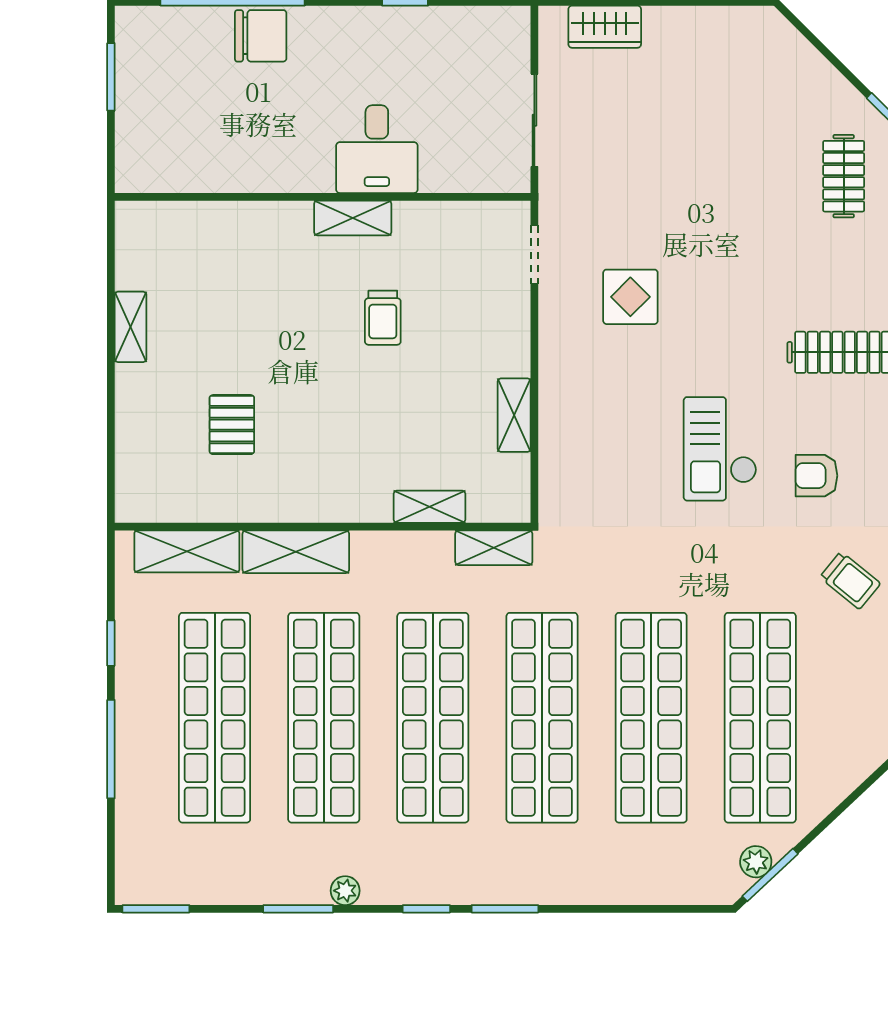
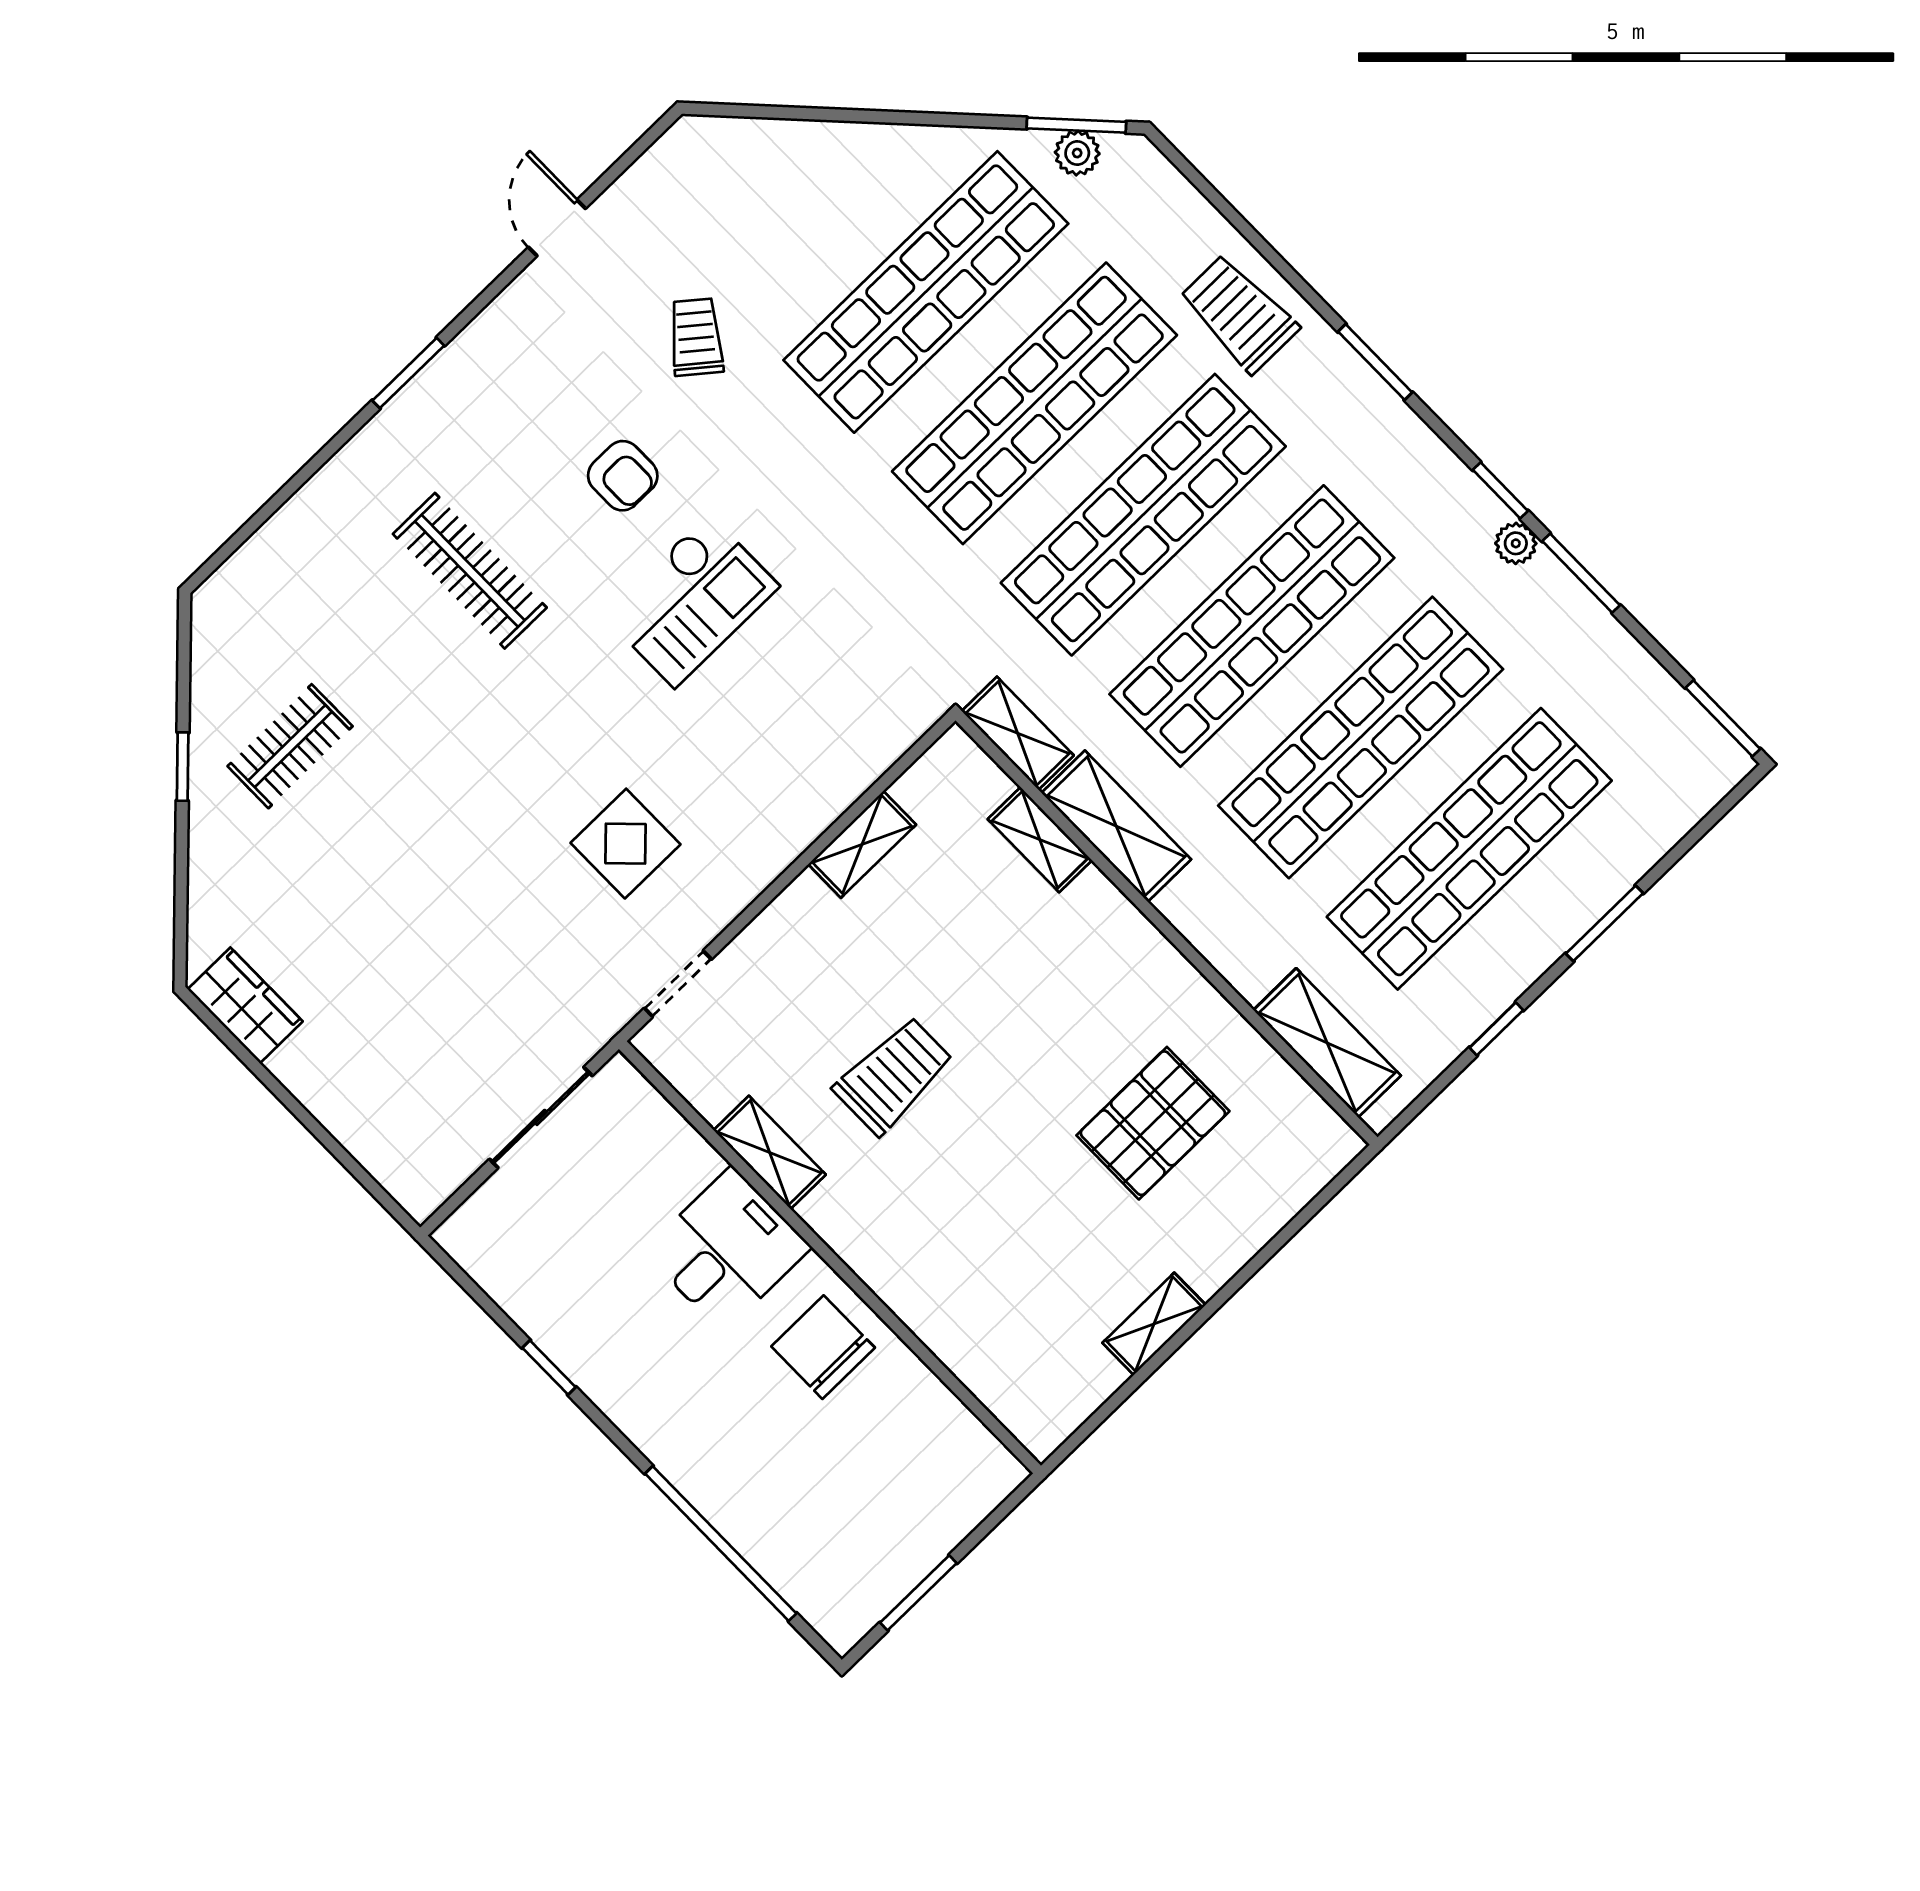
wardrobe: (605, 27) -> (245, 1005), moved
chair: (261, 36) -> (823, 1347), moved
shelving: (353, 218) -> (770, 1152), moved
trolley: (383, 318) -> (893, 1076), width x1.36, depth x1.39
pallet: (232, 425) -> (1153, 1123), width x1.50, depth x1.42
shelving: (296, 552) -> (1116, 826), moved
window: (111, 749) -> (1604, 923), width x0.69
trolley: (596, 864) -> (1239, 314), added
window: (426, 909) -> (1500, 490), moved

